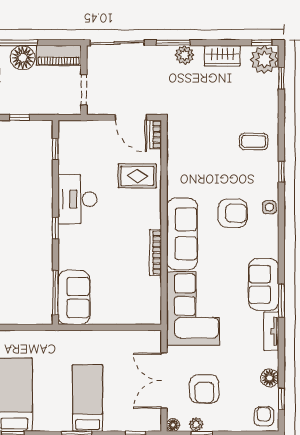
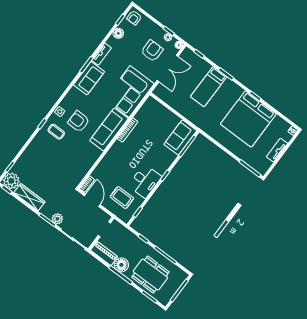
plant: (185, 55) -> (57, 219), moved
wardrobe: (222, 56) -> (29, 197), width x1.50
coffee table: (254, 141) -> (56, 132), moved
rug: (137, 176) -> (122, 198), moved

